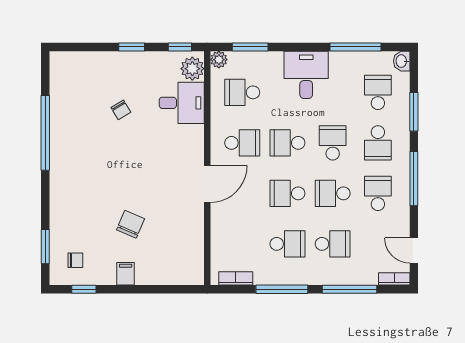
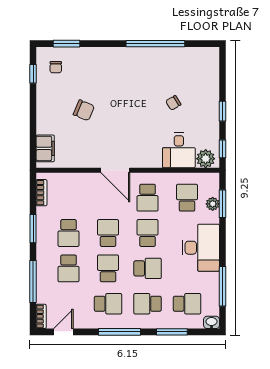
plant: (219, 60) -> (213, 204), moved
desk: (306, 75) -> (201, 248), width x1.37
filing cabinet: (126, 274) -> (45, 148), moved, width x2.00
window: (282, 289) -> (33, 229), width x0.69

